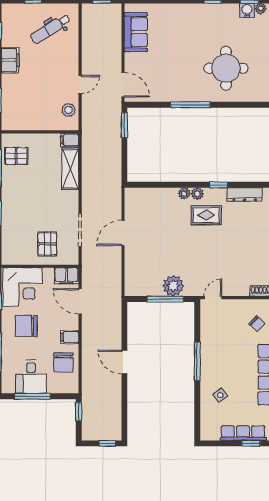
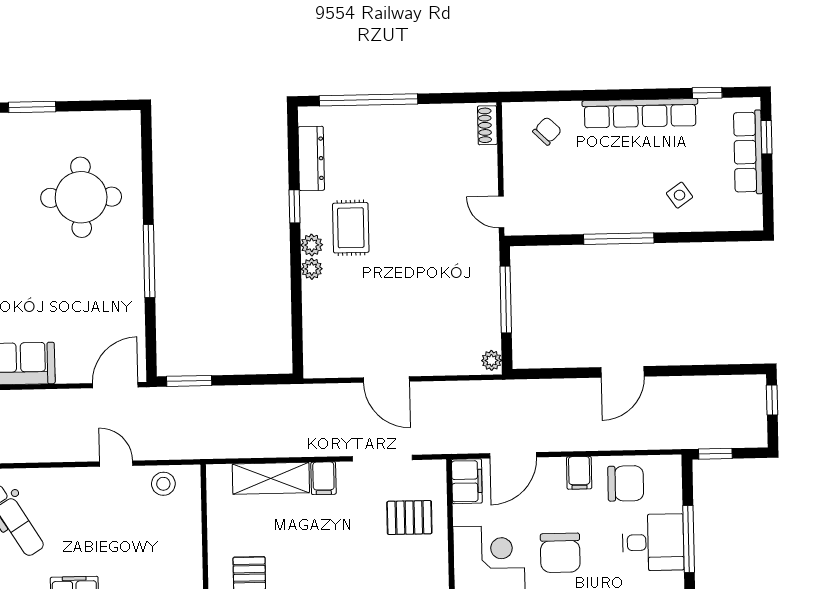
filing cabinet: (70, 140) -> (324, 478), moved
plant: (173, 286) -> (492, 360), moved, width x0.53, depth x0.53

